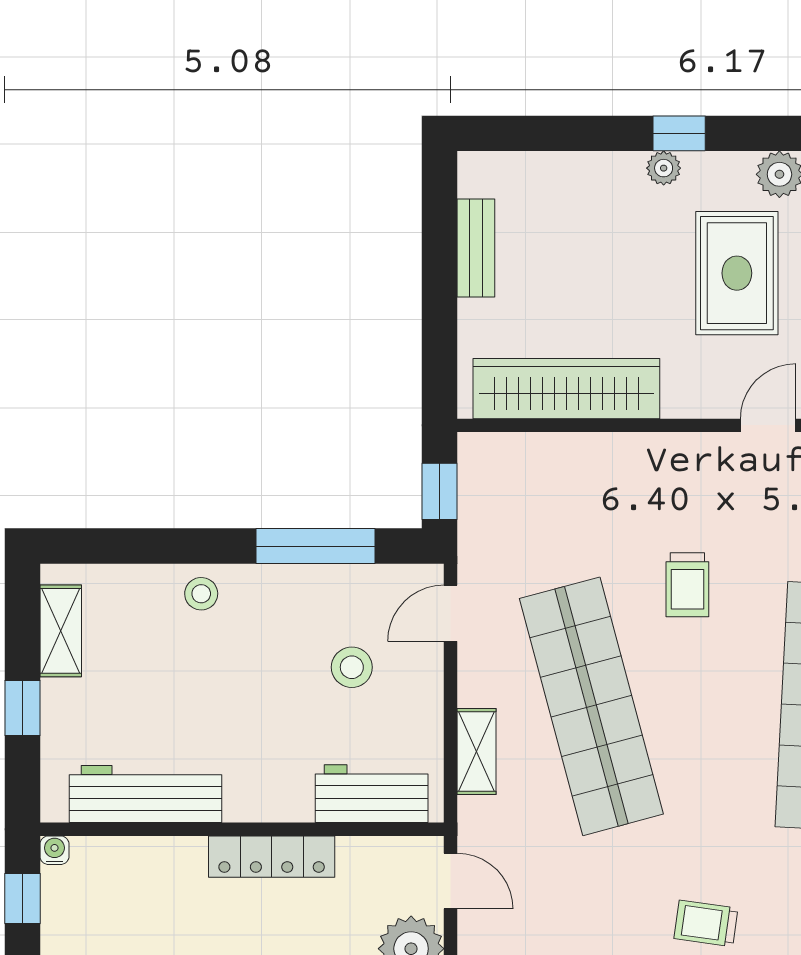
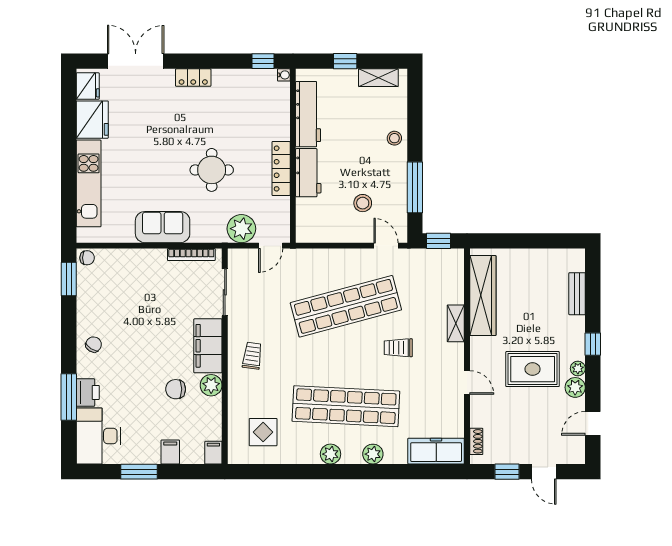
plant: (664, 168) -> (578, 368), moved
bench: (476, 248) -> (577, 294), moved, turned 90
shelving: (476, 752) -> (456, 323), moved, turned 90
workbench: (372, 794) -> (308, 173), moved

